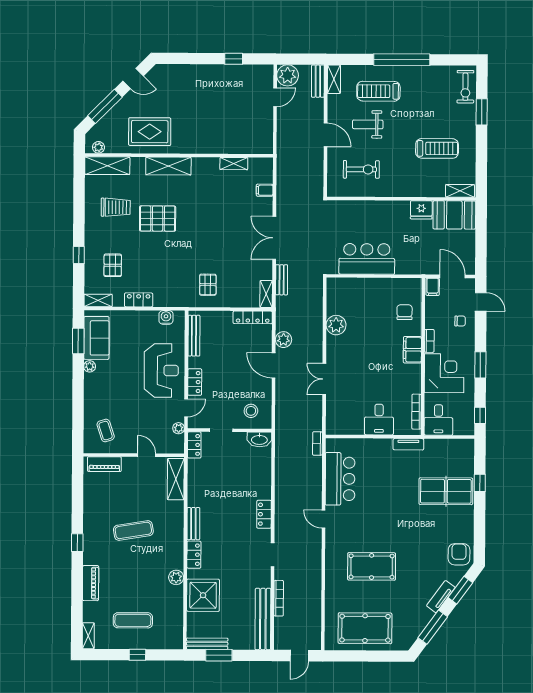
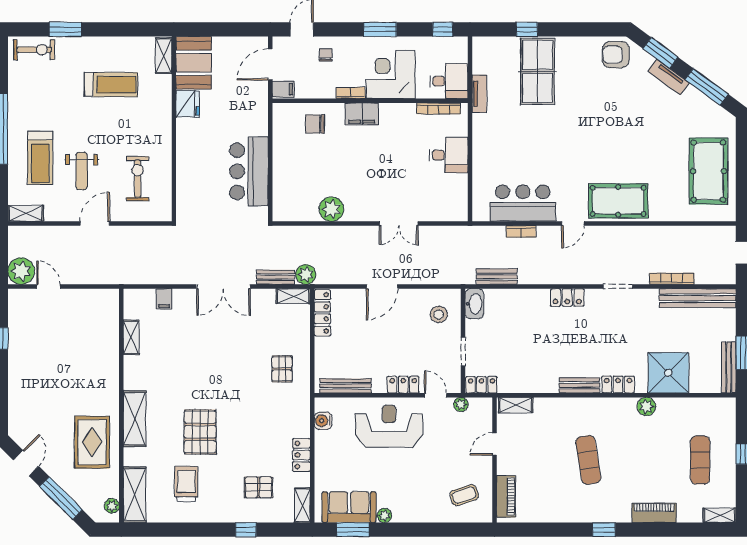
bench: (318, 81) -> (497, 277), moved
treadmill: (437, 148) -> (111, 85), turned 90
pallet: (208, 285) -> (282, 369), turned 90
plant: (283, 340) -> (306, 274), moved
bookcase: (317, 443) -> (521, 231), moved
tv unit: (408, 444) -> (479, 94), moved
shelving: (176, 479) -> (516, 405), width x0.67, depth x0.75
pool table: (372, 566) -> (618, 201), moved, turned 90

